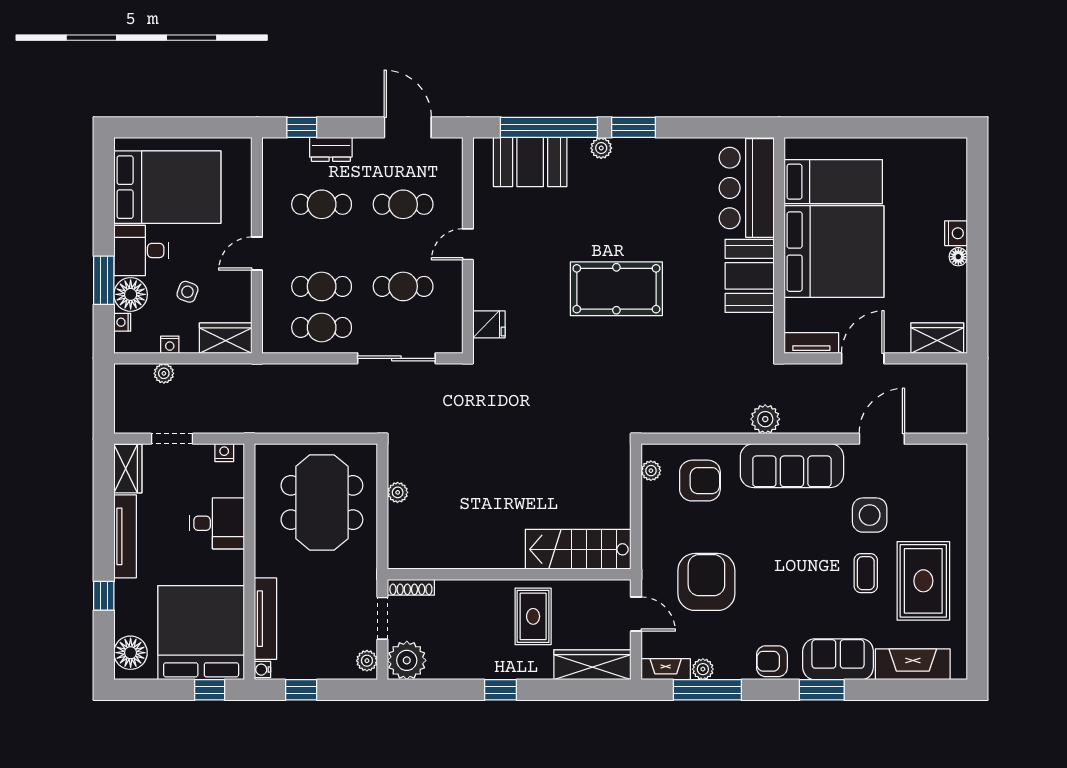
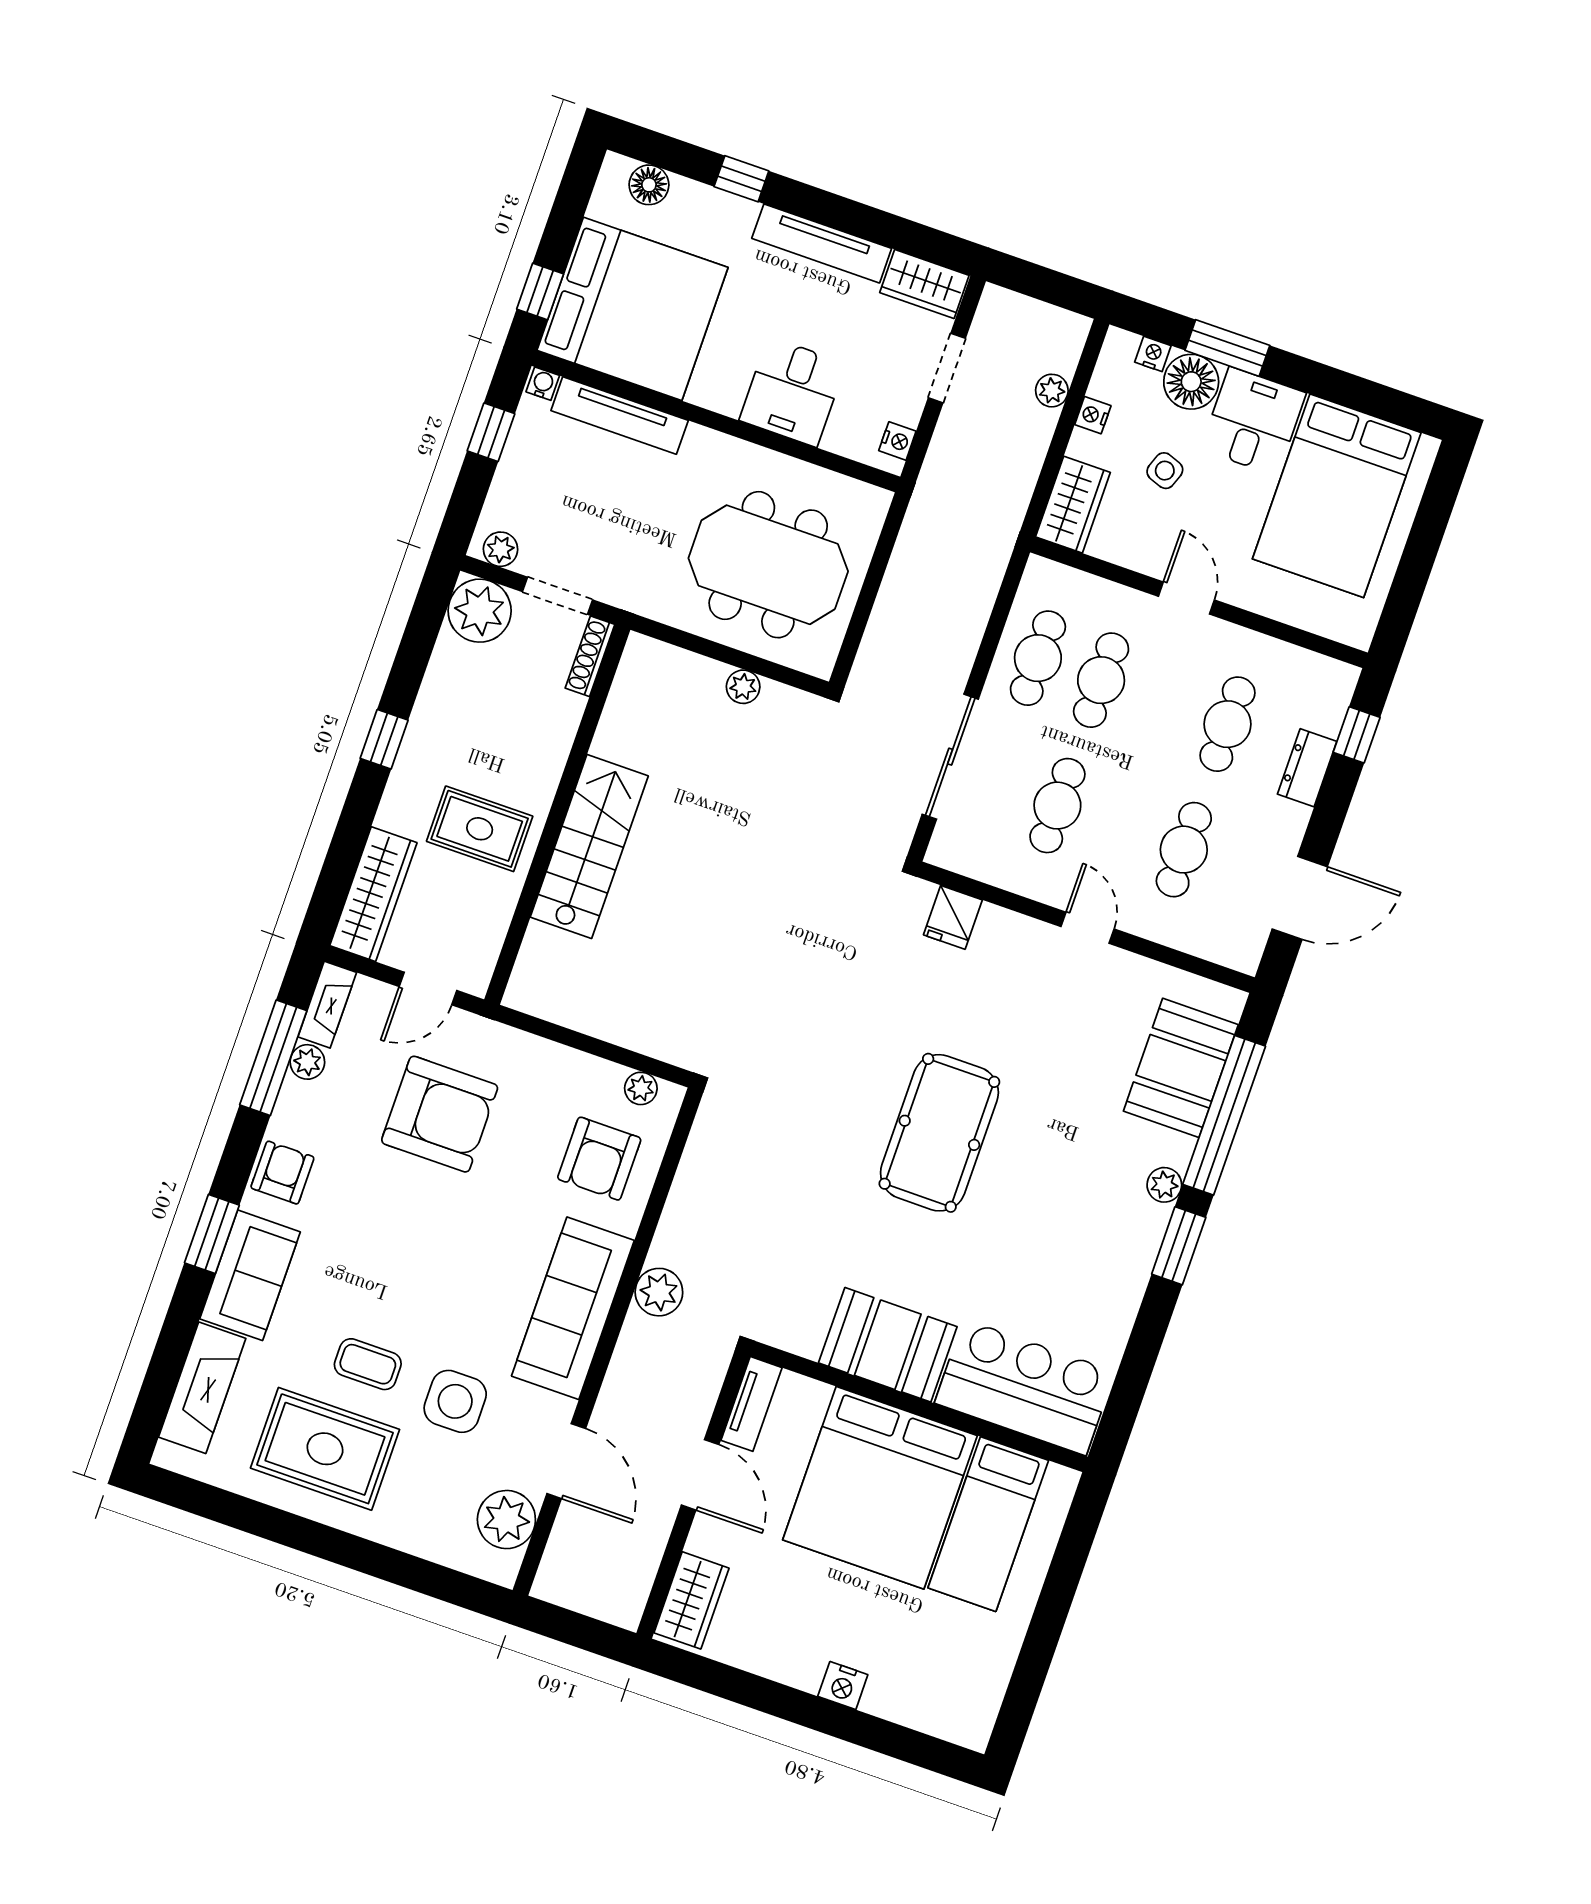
floor lamp: (958, 257) -> (806, 1676), removed
plant: (928, 462) -> (506, 1520), added
stairs: (578, 549) -> (589, 847), moved
floor lamp: (131, 653) -> (649, 185), width x0.73, depth x0.73

